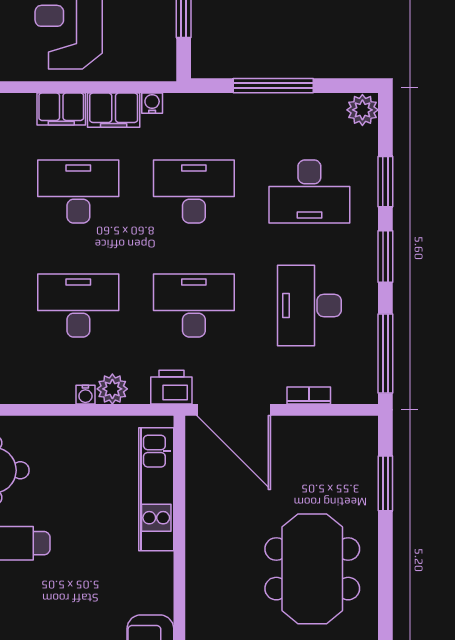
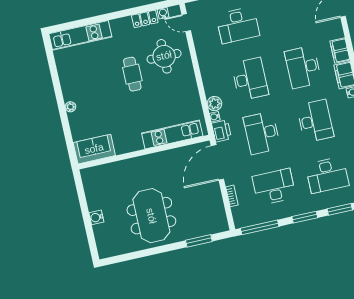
desk: (78, 191) -> (303, 67), turned 180
desk: (309, 191) -> (327, 175), turned -90
desk: (194, 305) -> (262, 133), turned 180
water cooler: (85, 395) -> (215, 117), moved
meeting table: (312, 569) -> (151, 216), turned 90

